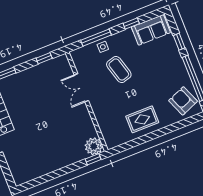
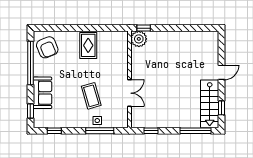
window: (131, 24) -> (54, 131), moved
sofa: (151, 30) -> (42, 93), moved, turned 90
window: (179, 42) -> (30, 111), moved
rug: (142, 119) -> (88, 45), turned 90

